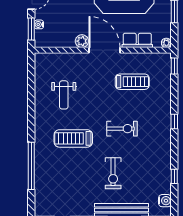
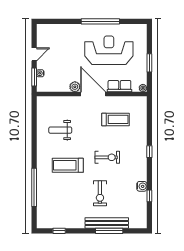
window: (174, 66) -> (149, 107), removed
weight bench: (64, 95) -> (60, 130), turned 90
water cooler: (165, 201) -> (142, 186), moved

